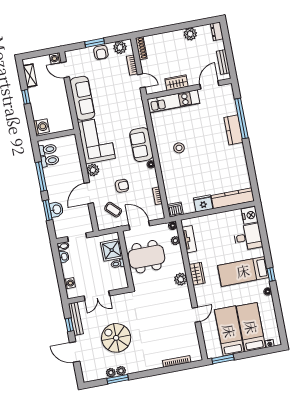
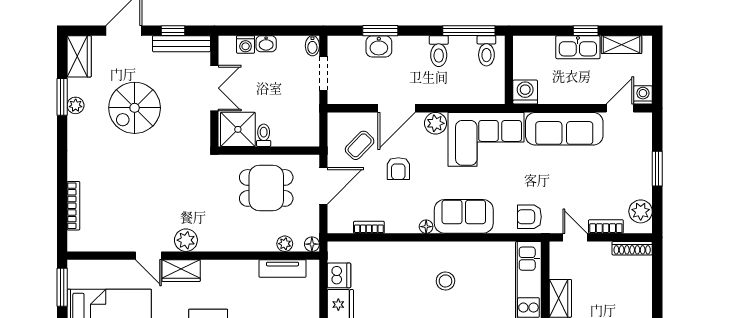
armchair: (101, 52) -> (529, 217), moved
door: (141, 81) -> (575, 237), swing flipped
kitchen sink: (36, 99) -> (578, 47), added
washing machine: (41, 127) -> (525, 92), moved, turned 180
toilet: (50, 161) -> (439, 51), moved
window: (41, 177) -> (469, 31), moved
door: (89, 193) -> (397, 108), swing flipped
dishwasher: (175, 210) -> (339, 275), moved
shower: (112, 250) -> (238, 129), moved
washbasin: (64, 257) -> (266, 44), moved
dining table: (147, 257) -> (266, 188), width x0.73
wardrobe: (197, 274) -> (181, 271), moved
plant: (181, 279) -> (186, 240), moved
double door: (97, 296) -> (214, 88), swing flipped
spiral stairs: (116, 338) -> (135, 108), turned 180
plant: (111, 373) -> (75, 87), removed
wardrobe: (94, 374) -> (79, 56), added

